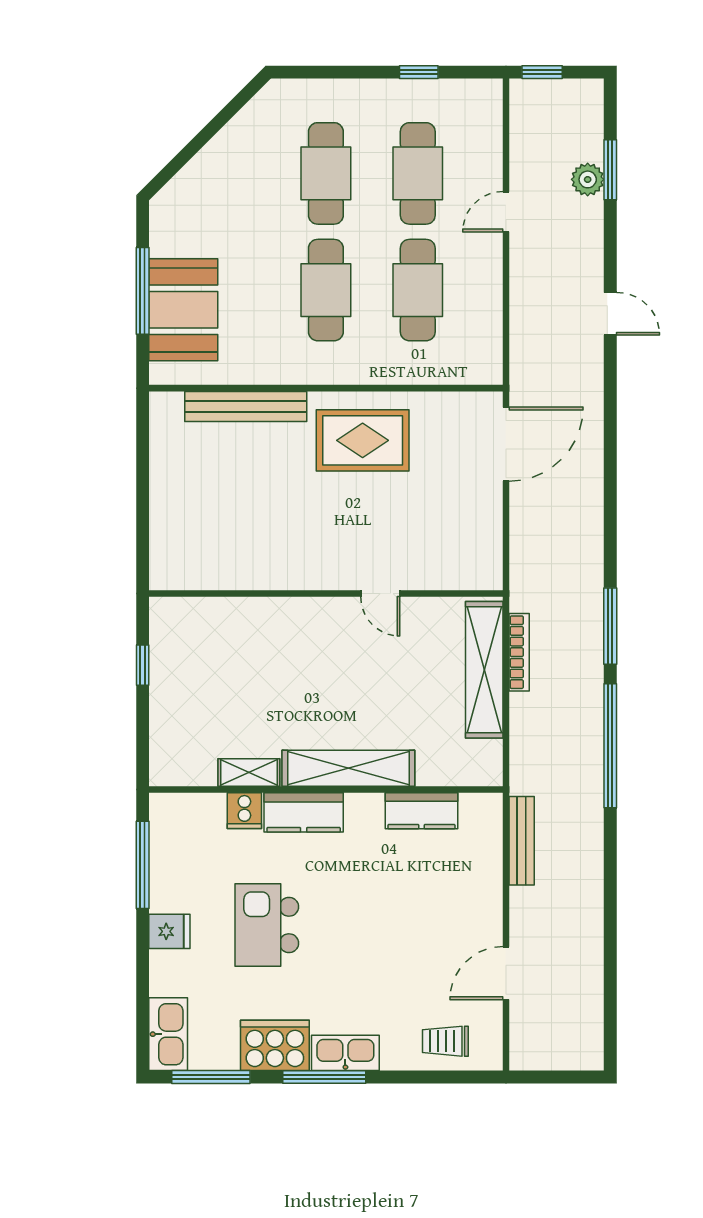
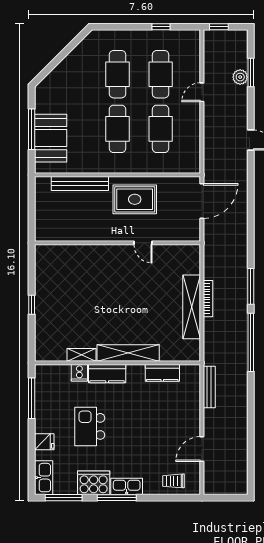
wall: (326, 594) -> (118, 243), moved
door: (380, 594) -> (143, 243), moved
fridge: (169, 931) -> (44, 442), moved

